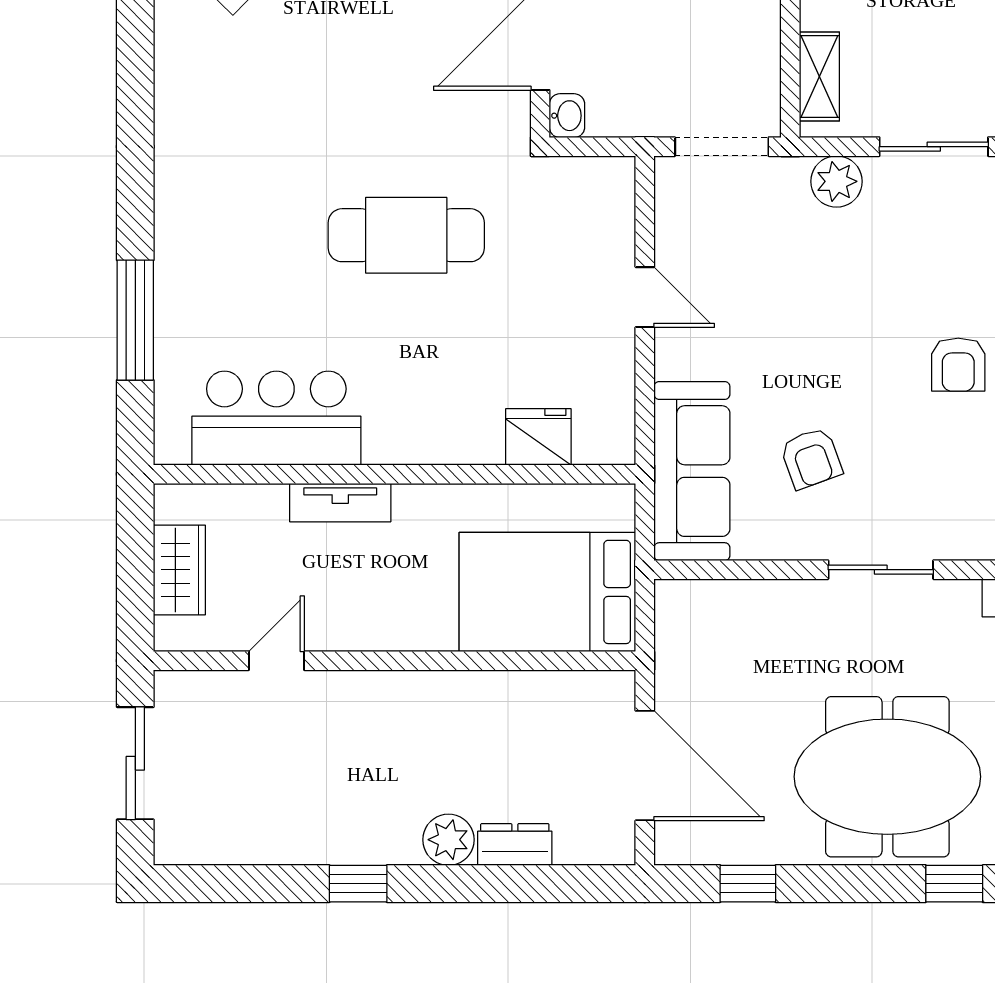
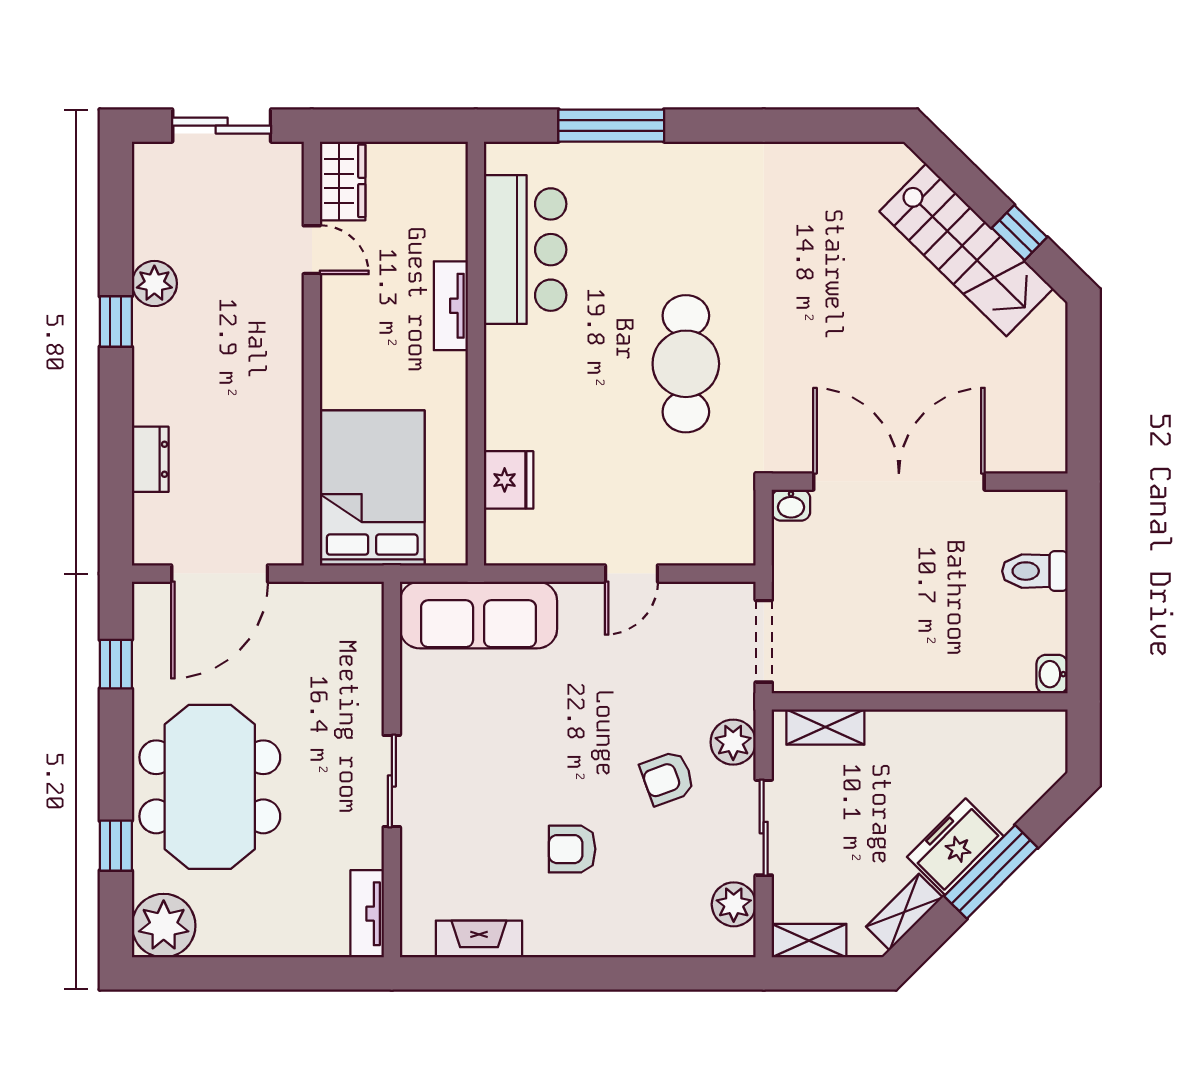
armchair: (811, 458) -> (667, 778), moved
wardrobe: (179, 570) -> (343, 181), moved, turned -90
plant: (448, 840) -> (154, 283), moved

